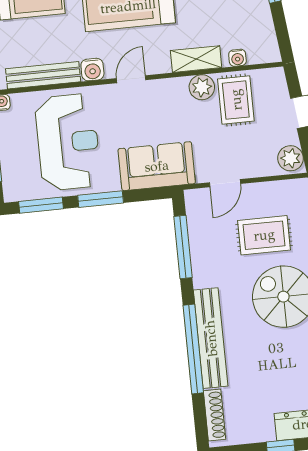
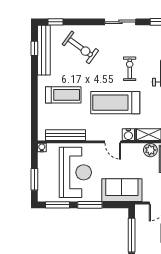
water cooler: (92, 70) -> (128, 135), moved
door: (131, 79) -> (113, 142), swing flipped

